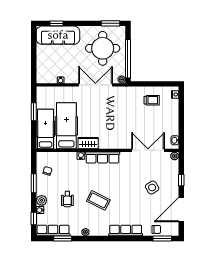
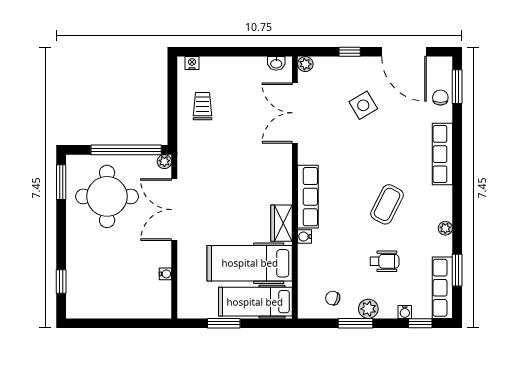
sofa: (58, 35) -> (83, 279), removed
plant: (42, 200) -> (368, 309), moved

